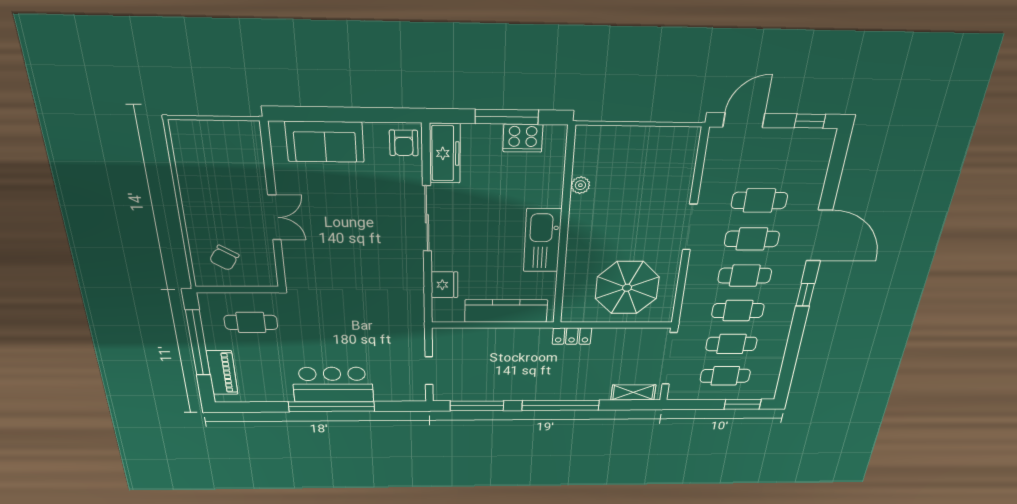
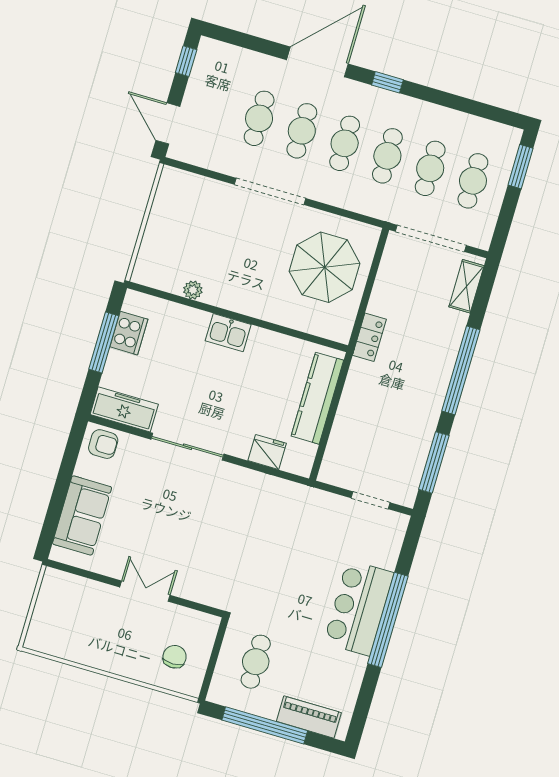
doorway: (690, 227) -> (270, 191), width x1.36
kitchen sink: (542, 241) -> (228, 333), width x0.53, depth x0.81
chair: (224, 258) -> (175, 657), turned -122

